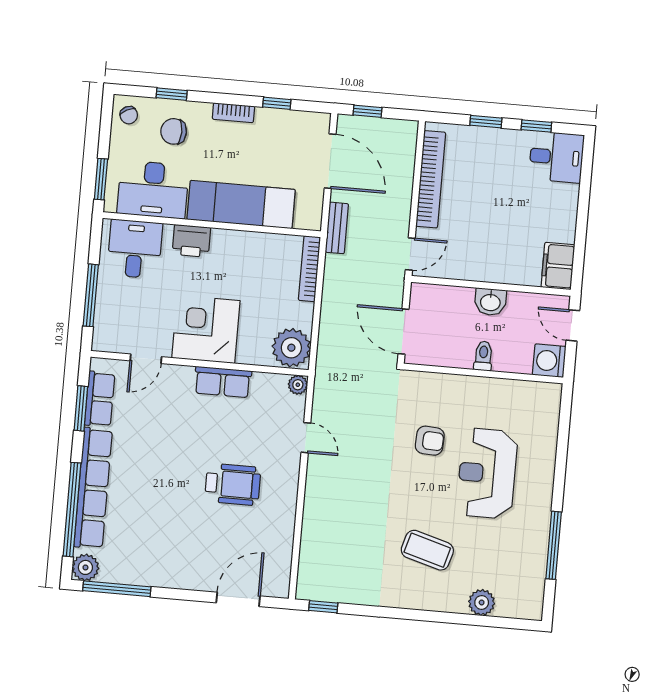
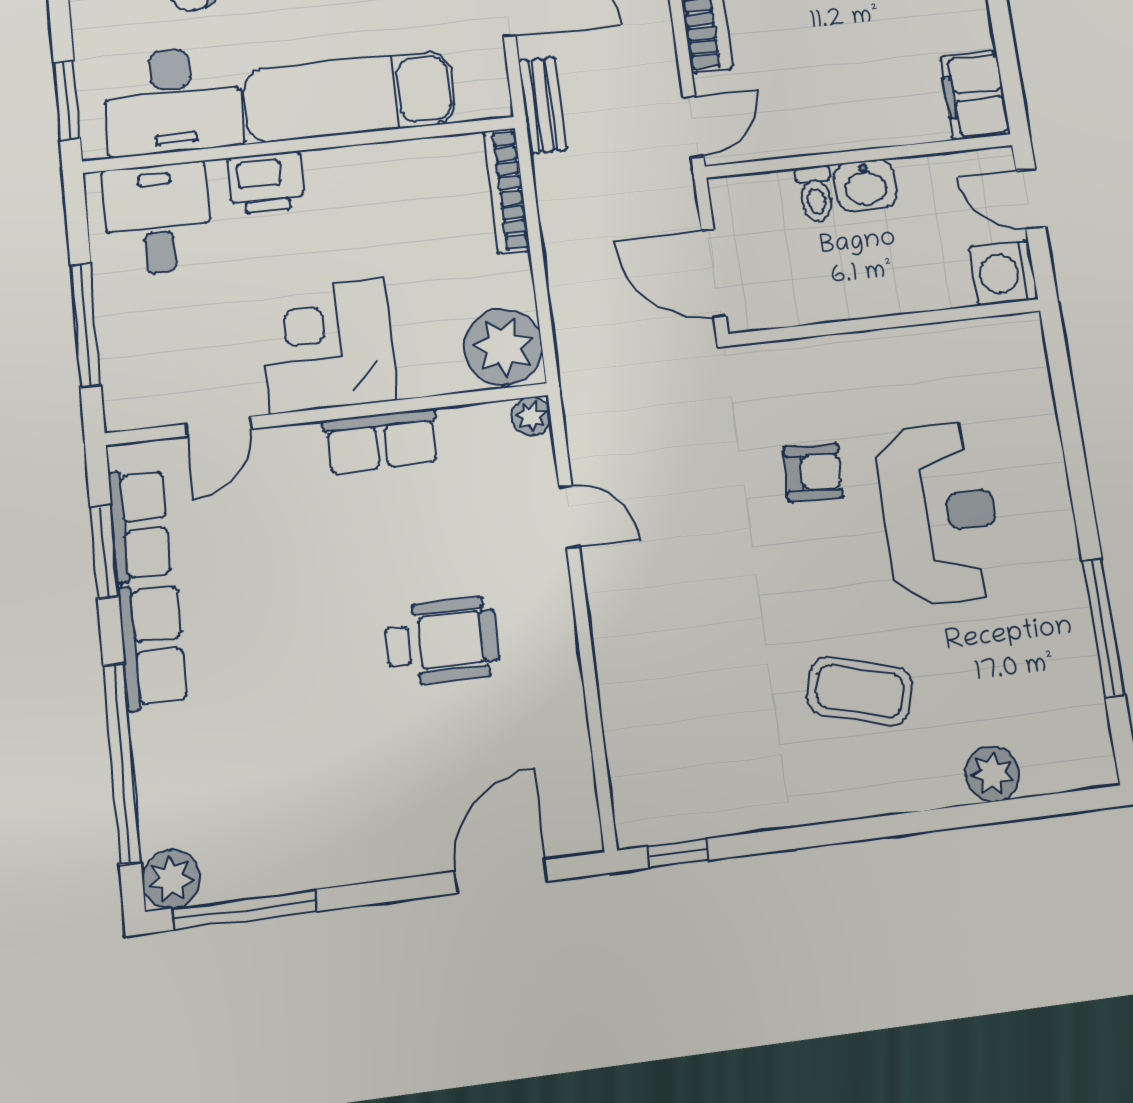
toilet: (483, 356) -> (815, 194), moved, turned 180
reception desk: (487, 473) -> (940, 513), turned 180
row of seats: (93, 488) -> (153, 646), width x0.50

